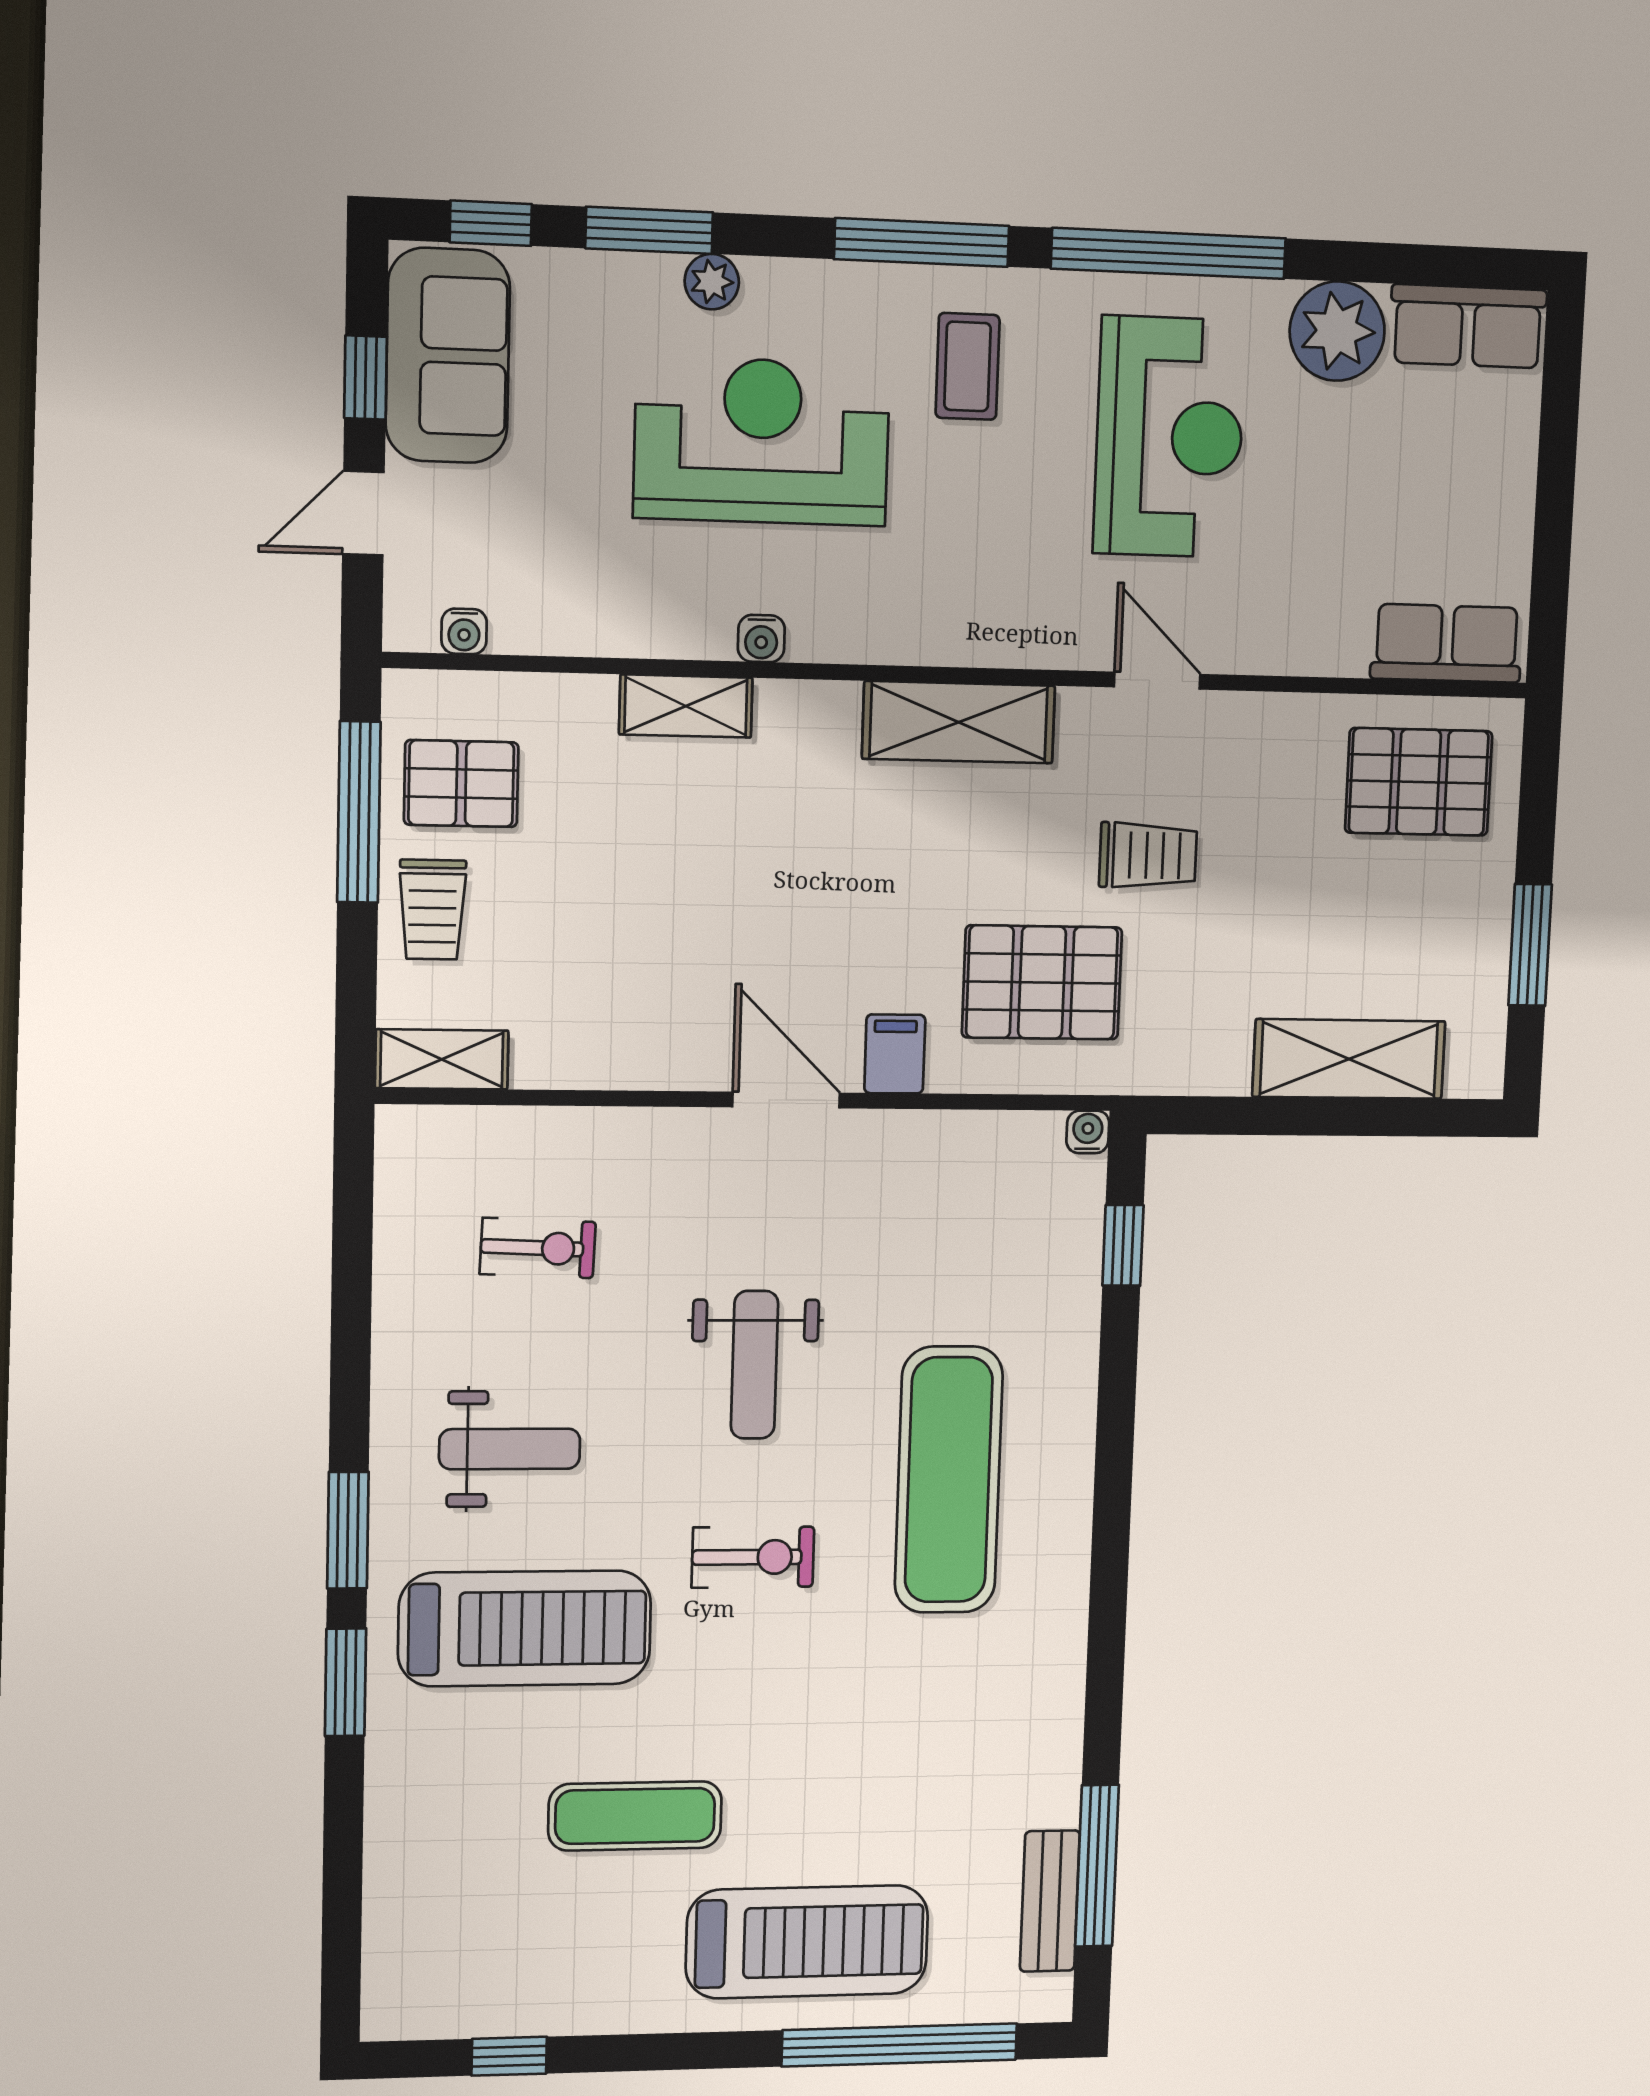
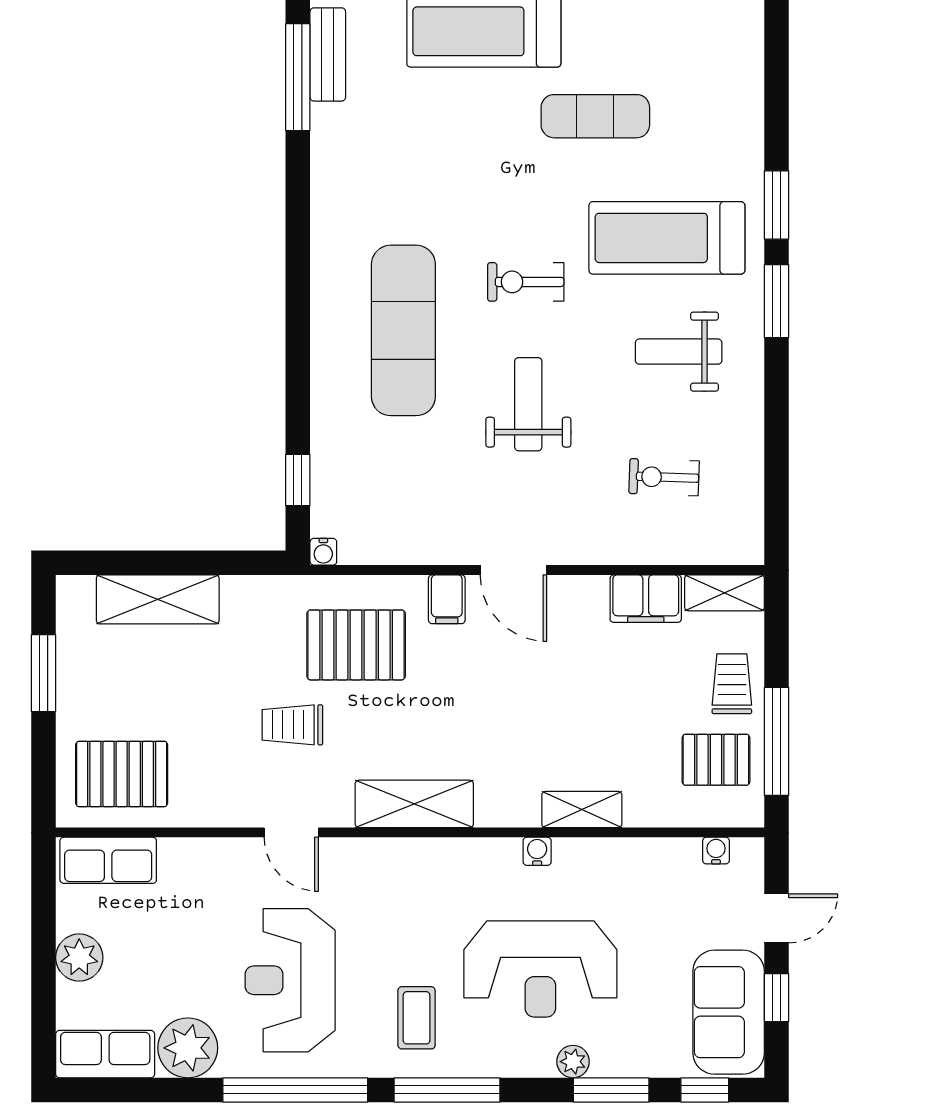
plant: (1500, 487) -> (79, 958), added
filing cabinet: (572, 1051) -> (646, 599), added

